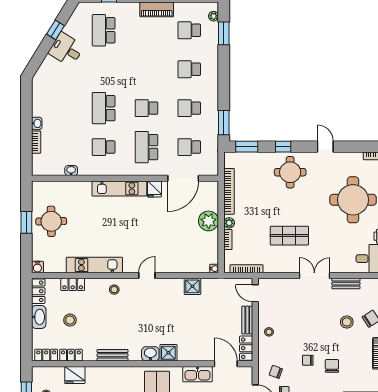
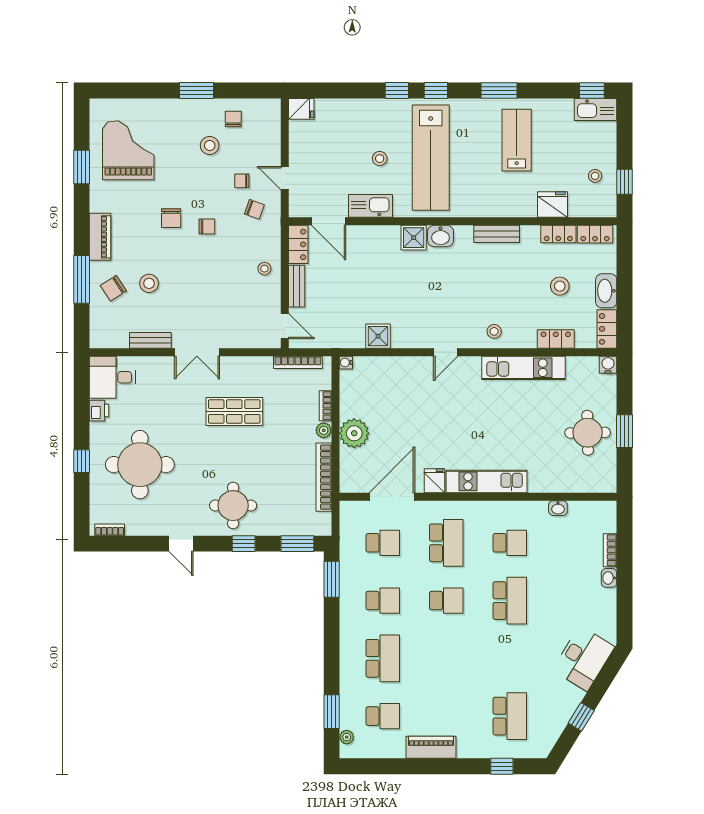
desk: (66, 49) -> (583, 658), moved, width x1.37
school desk: (189, 69) -> (383, 658), width x1.85

